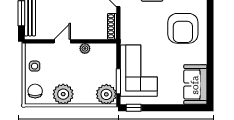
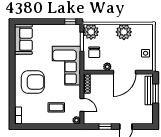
armchair: (183, 28) -> (33, 82), turned 90
door: (62, 41) -> (124, 72), width x1.87
corner sofa: (139, 71) -> (66, 66), moved
chair: (35, 91) -> (94, 52), moved

